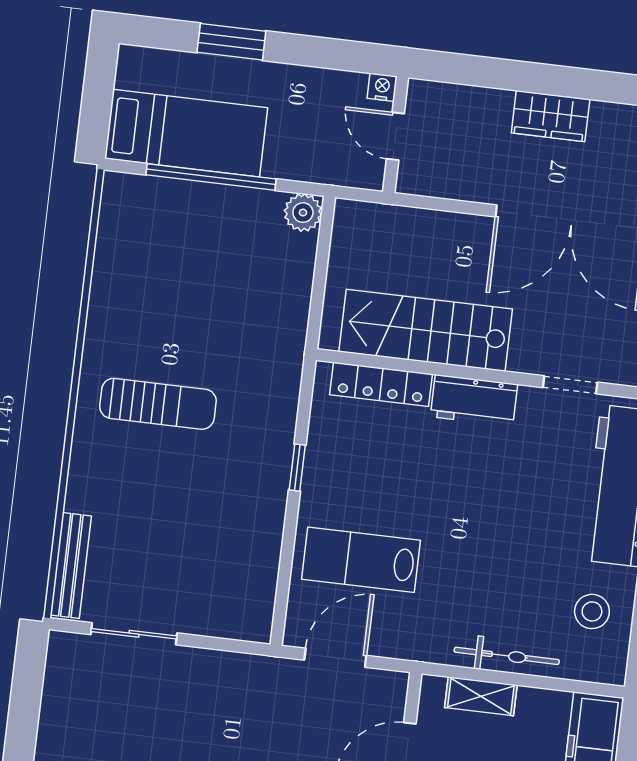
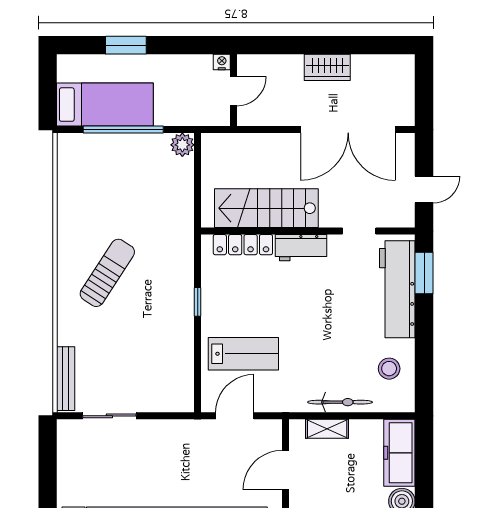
door: (395, 136) -> (234, 91), swing flipped
sun lounger: (158, 404) -> (107, 273), turned -57
lab bench: (361, 560) -> (243, 354), turned 180

